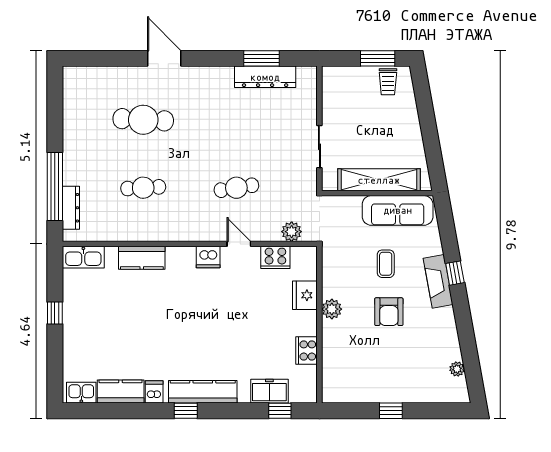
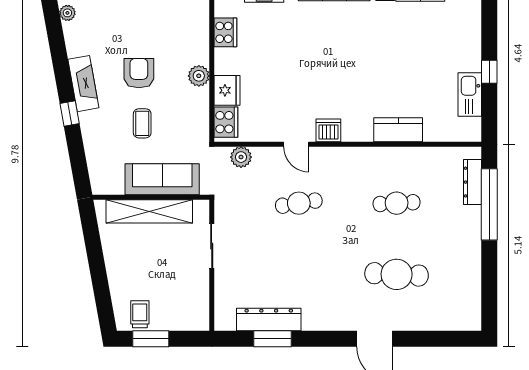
sofa: (398, 210) -> (162, 179), moved
kitchen sink: (83, 257) -> (470, 95), moved, turned -90
cooker: (275, 257) -> (226, 122), moved, turned 90
fireplace: (438, 281) -> (83, 84), moved

